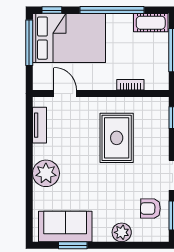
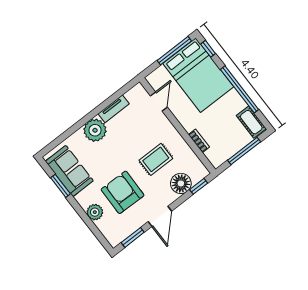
tv unit: (39, 125) -> (114, 109), moved
floor lamp: (157, 132) -> (181, 183), added
rug: (117, 138) -> (156, 159), width x0.73, depth x0.70
armchair: (150, 209) -> (123, 192), moved, width x1.88, depth x1.88

